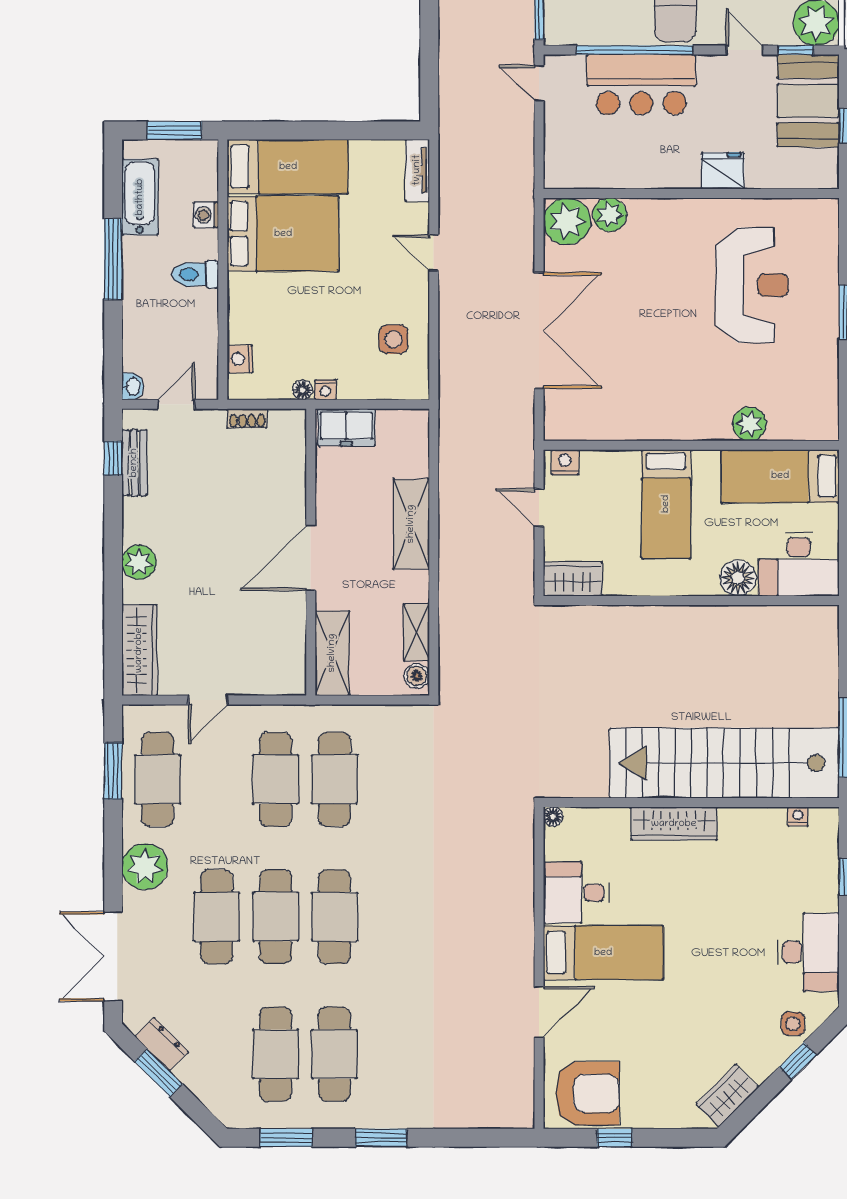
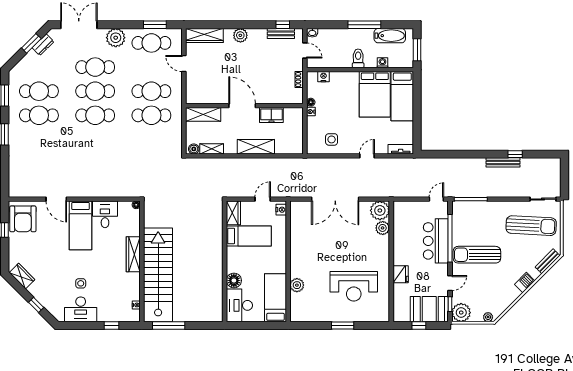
freezer: (346, 427) -> (271, 115), moved, turned -90
bed: (666, 504) -> (249, 236), moved, turned 180
side table: (793, 1024) -> (81, 283), moved

